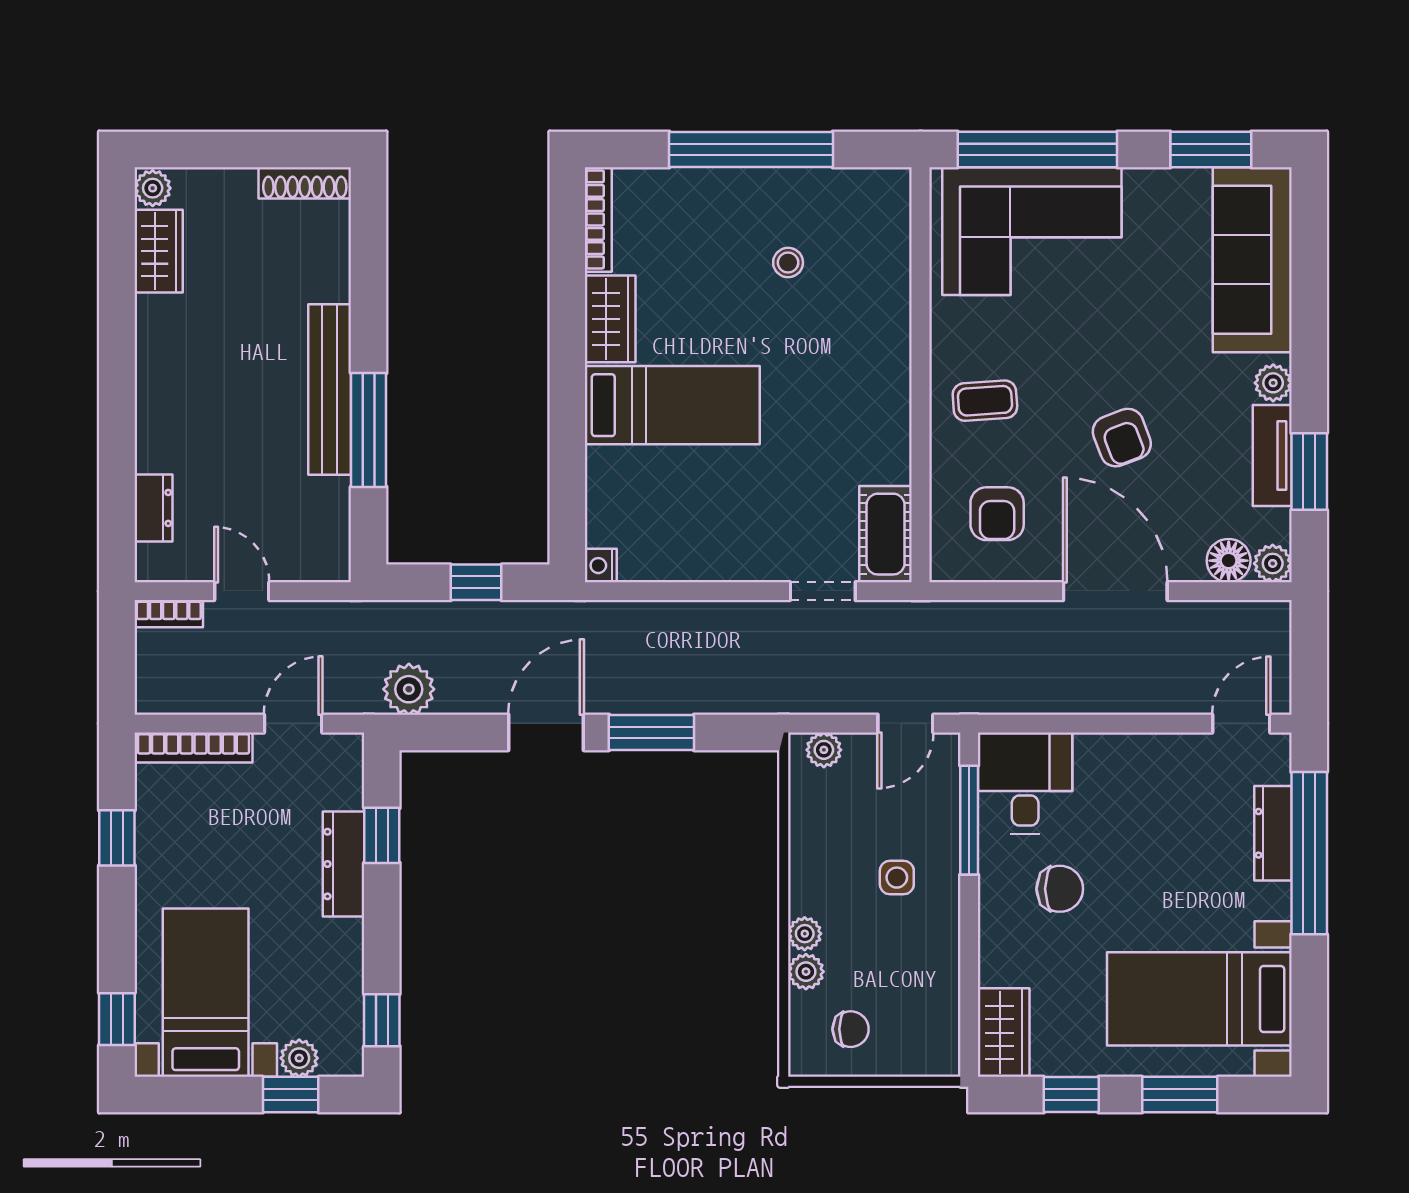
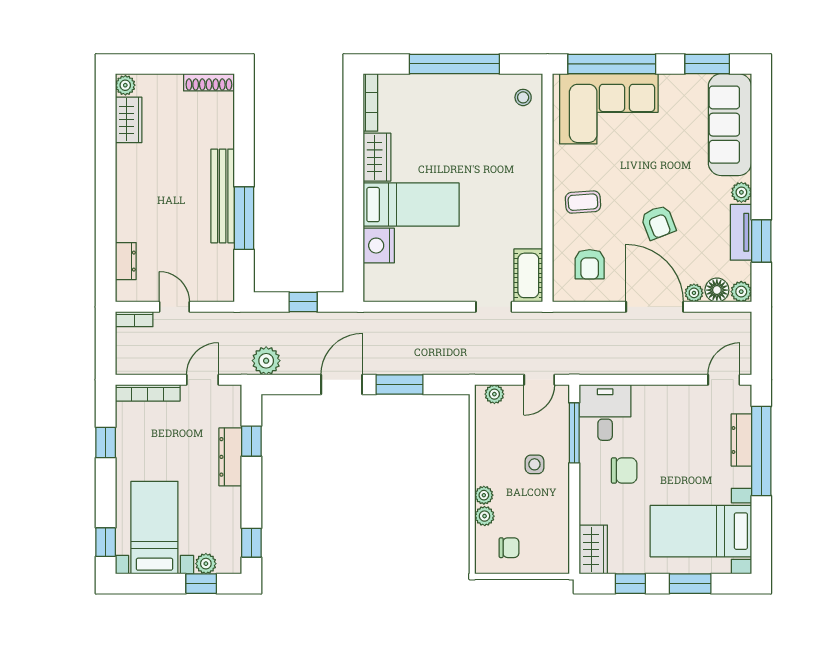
stool: (788, 262) -> (523, 97), moved
nightstand: (601, 566) -> (379, 246), moved, width x1.89, depth x1.79
plant: (1187, 566) -> (694, 293), added

